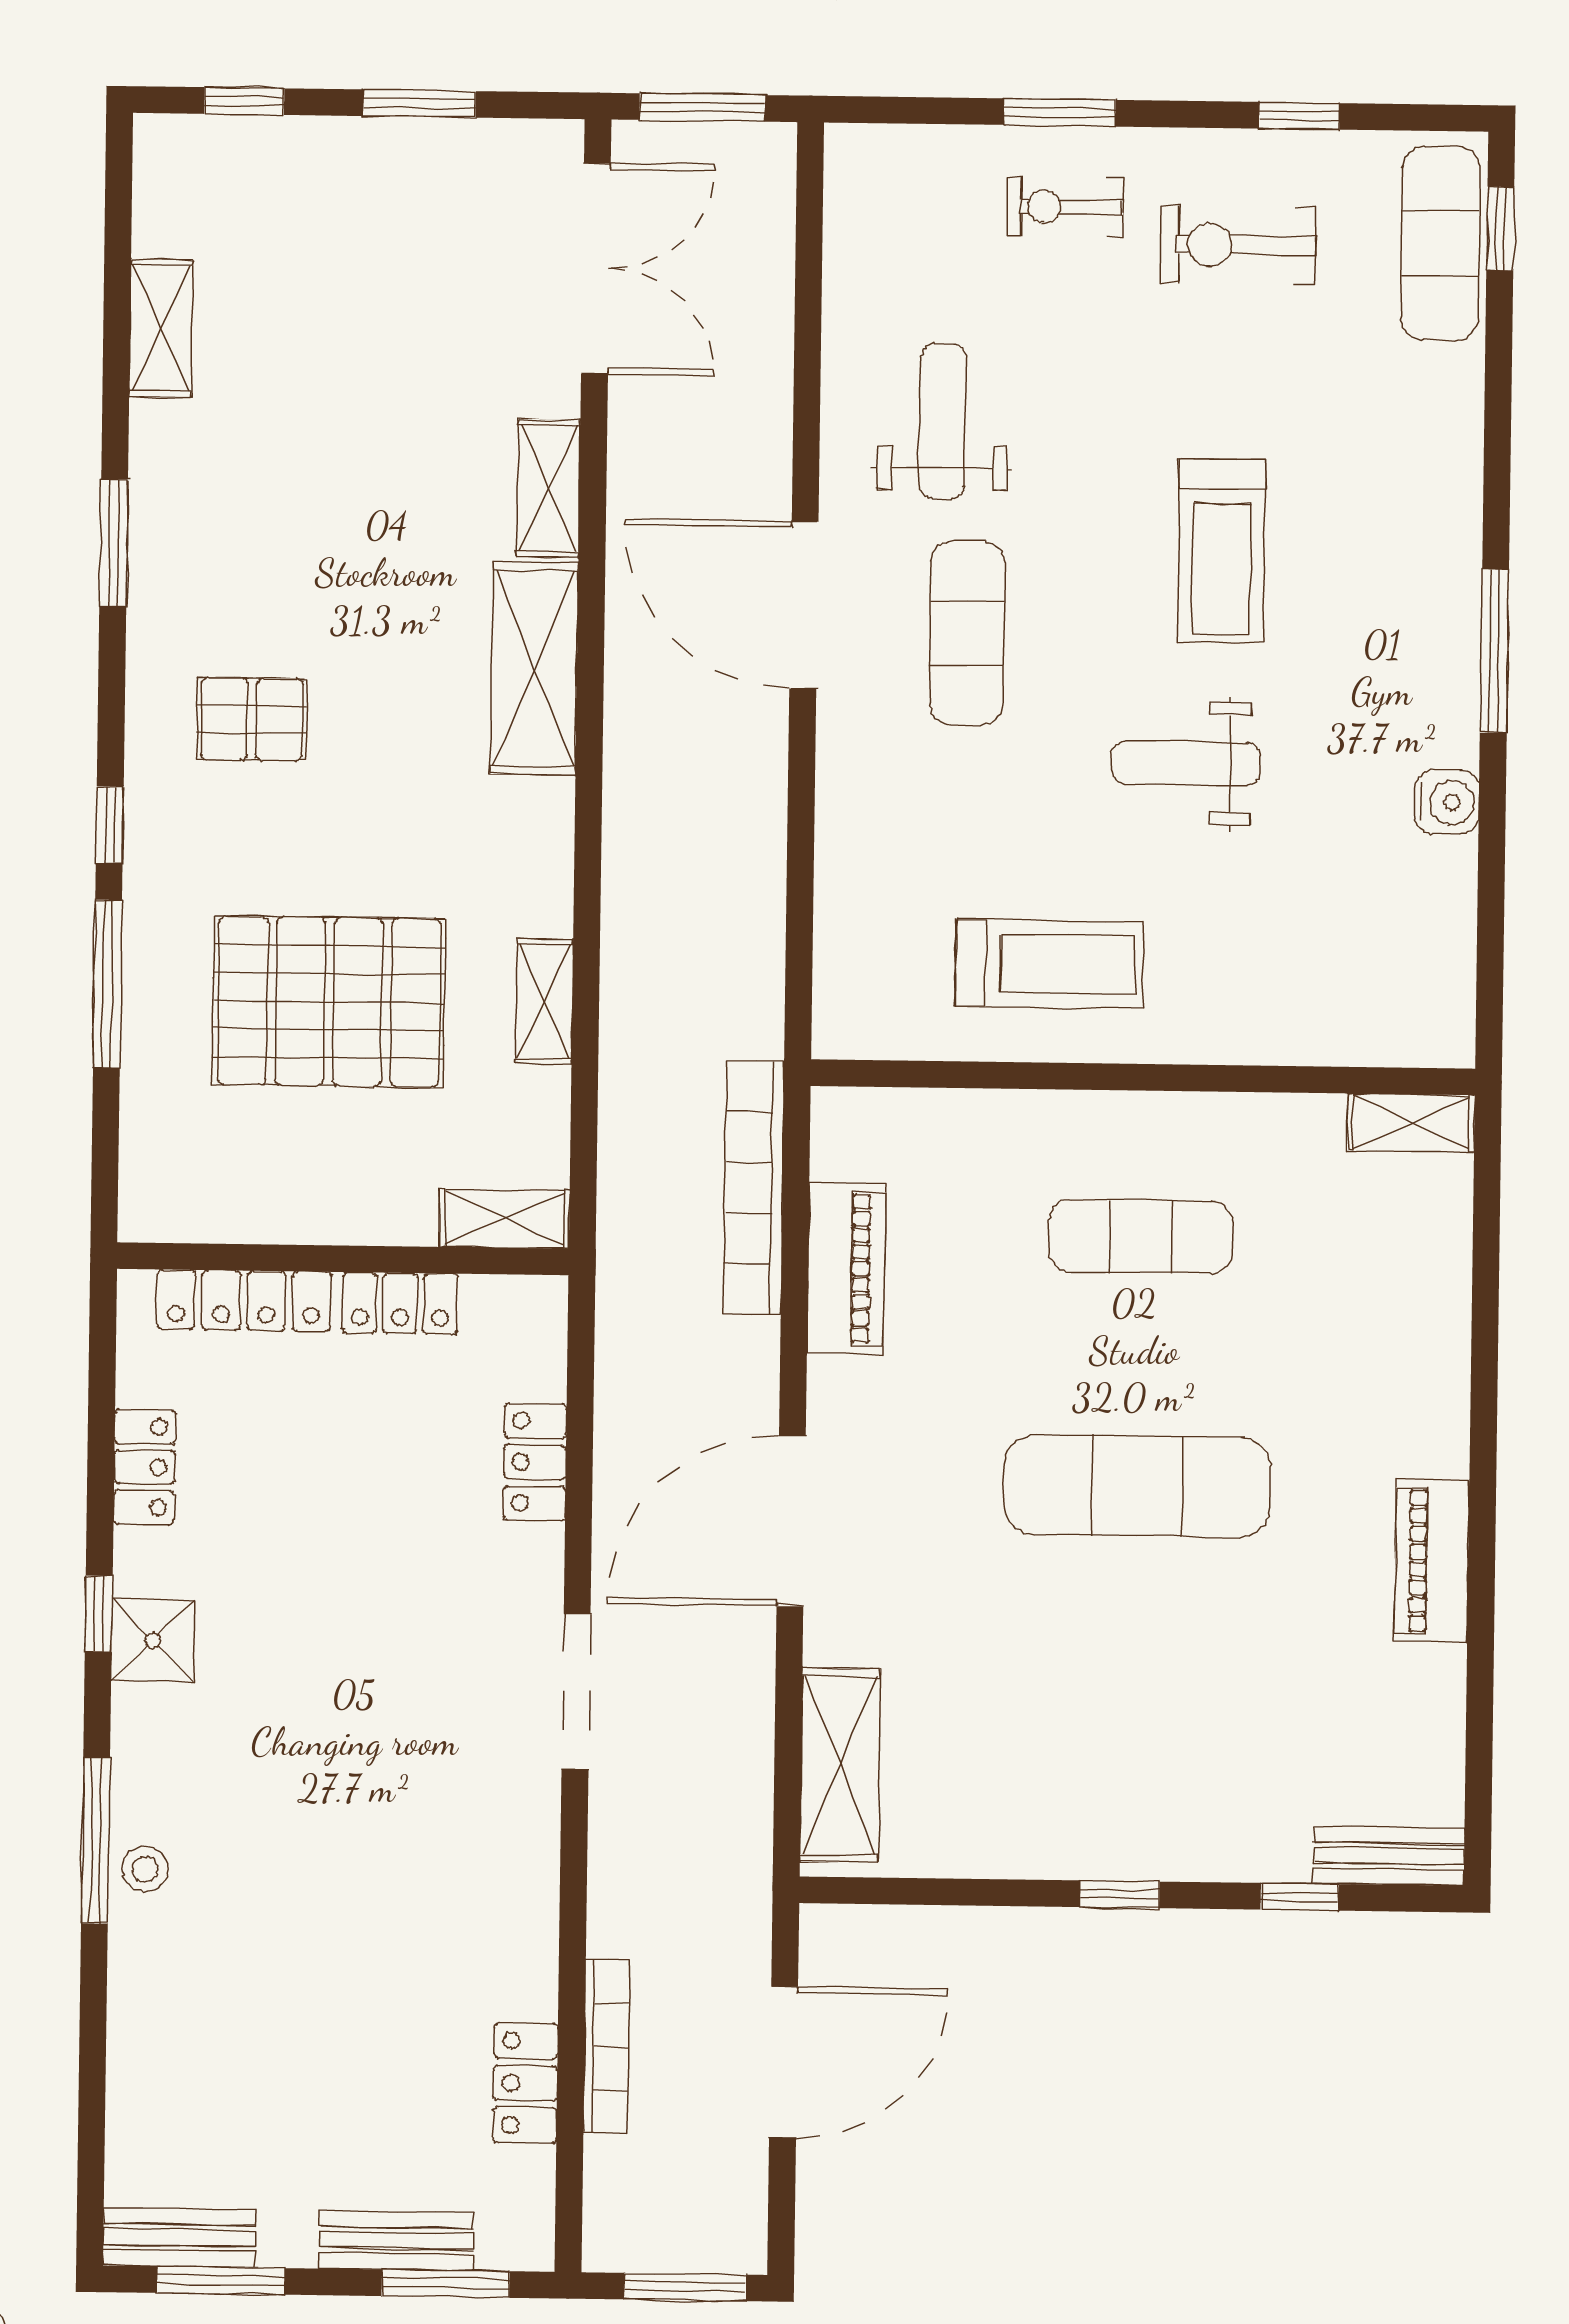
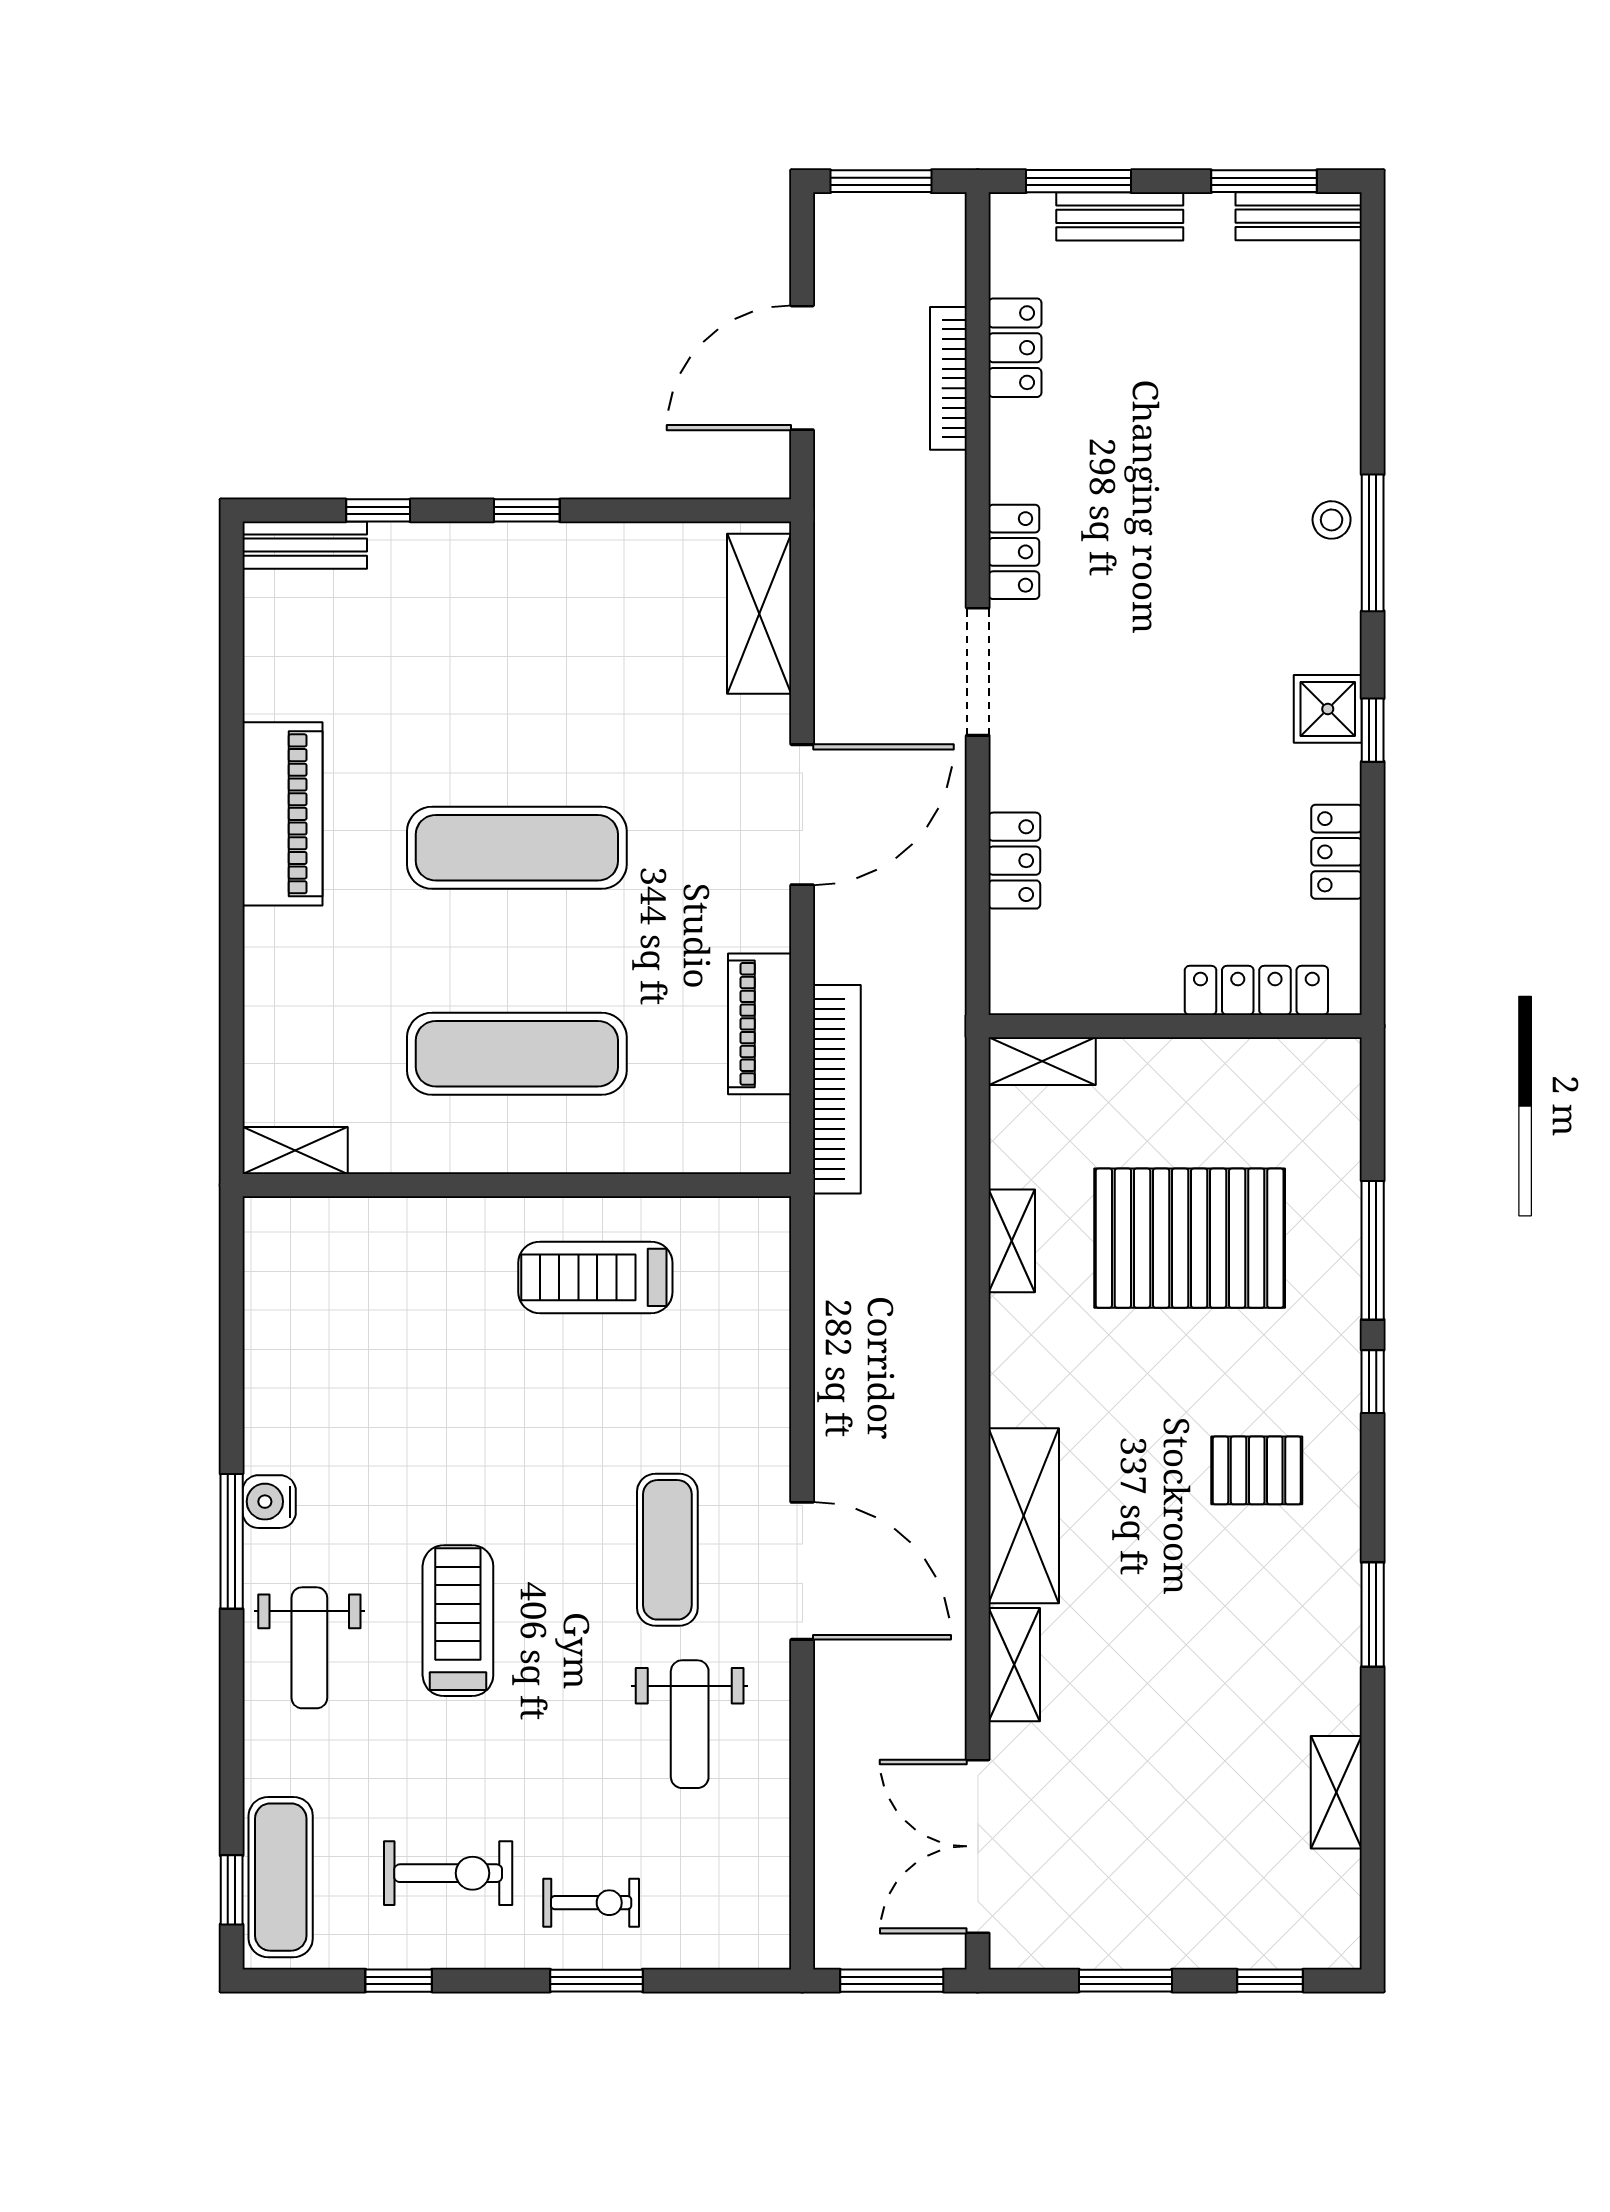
weight bench: (1186, 763) -> (309, 1648), moved, turned 90
water cooler: (1447, 802) -> (269, 1502), moved
exercise mat: (1141, 1236) -> (517, 1054), width x1.36, depth x1.45
locker: (400, 1303) -> (1014, 552), moved, turned 90
piano: (1432, 1561) -> (282, 814), width x1.37, depth x1.33

